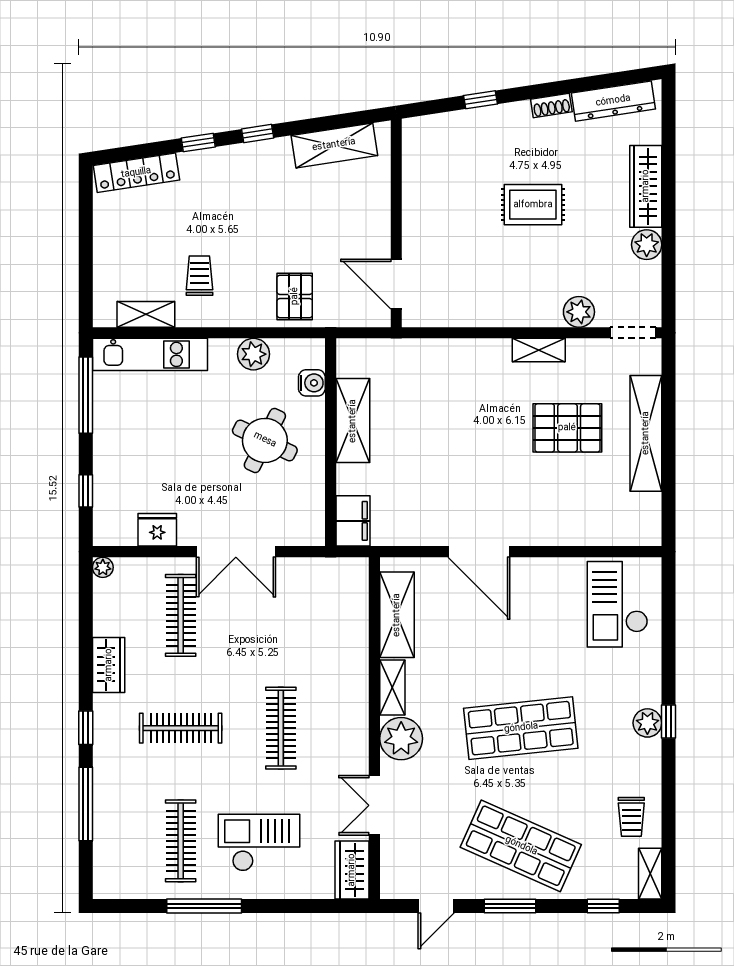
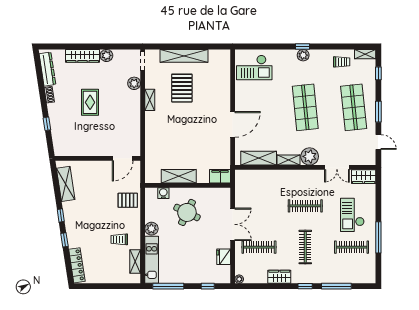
plant: (253, 354) -> (151, 229), moved
shop shelf: (521, 846) -> (354, 107), turned -30

